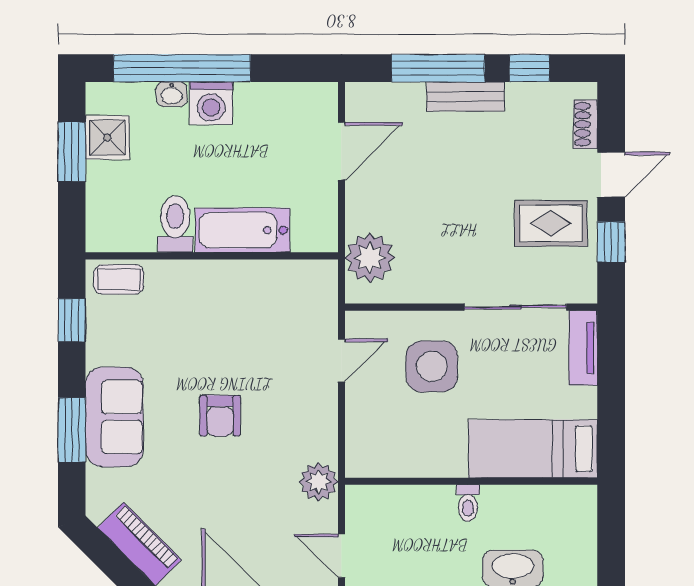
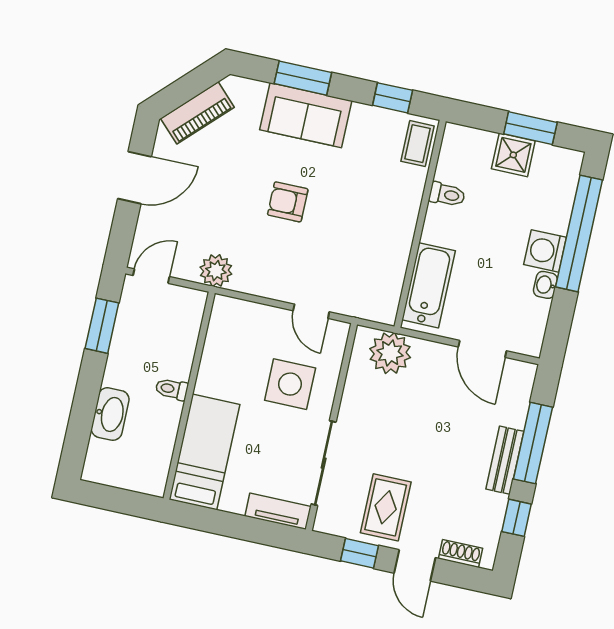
washbasin: (172, 94) -> (545, 285), moved
shower: (107, 138) -> (513, 155), moved
toilet: (175, 224) -> (447, 195), width x0.73, depth x0.72
bathtub: (243, 230) -> (429, 285), moved

